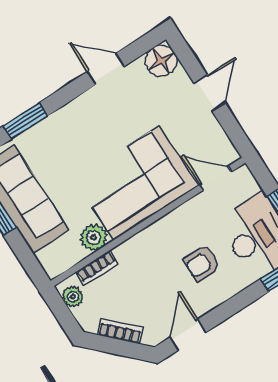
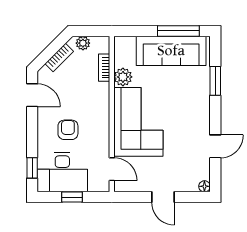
floor lamp: (161, 61) -> (204, 186), width x0.53, depth x0.53
door: (216, 178) -> (112, 169), hinge flipped
plant: (73, 297) -> (83, 43), moved

